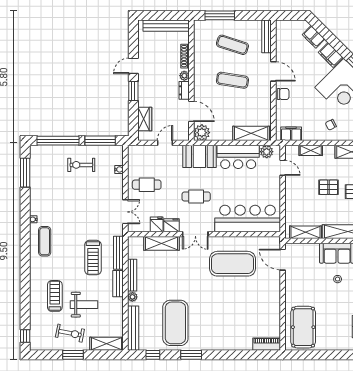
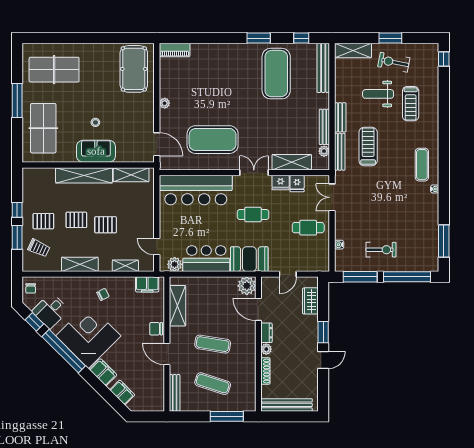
shelving: (251, 133) -> (178, 306), moved, turned 90
plant: (276, 296) -> (165, 103), added
plant: (132, 297) -> (324, 151), moved

